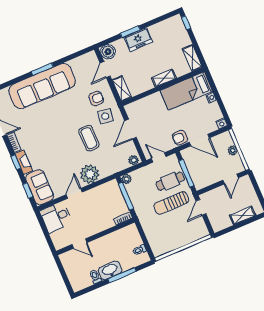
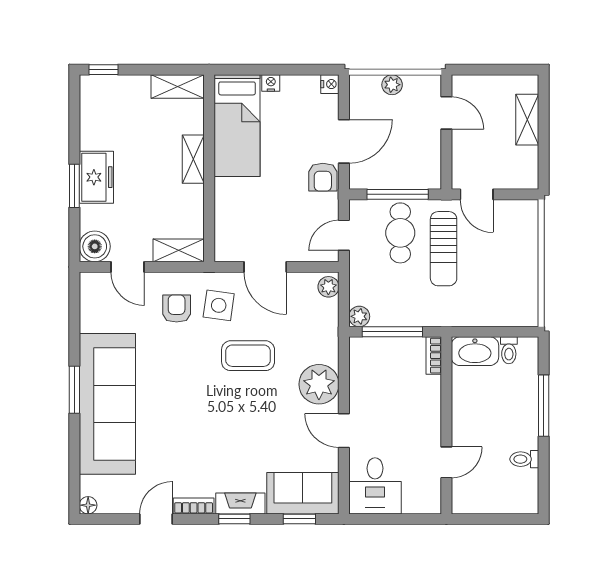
washbasin: (110, 270) -> (475, 351), moved, turned -90

